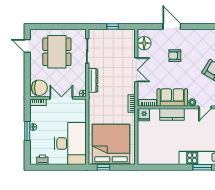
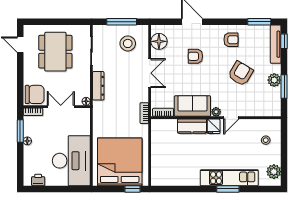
window: (113, 26) -> (122, 22), width x2.17
armchair: (205, 42) -> (231, 40), added
stool: (118, 45) -> (128, 43), added
fridge: (144, 115) -> (214, 126), moved
window: (27, 131) -> (20, 131), moved
window: (103, 167) -> (132, 189), moved

